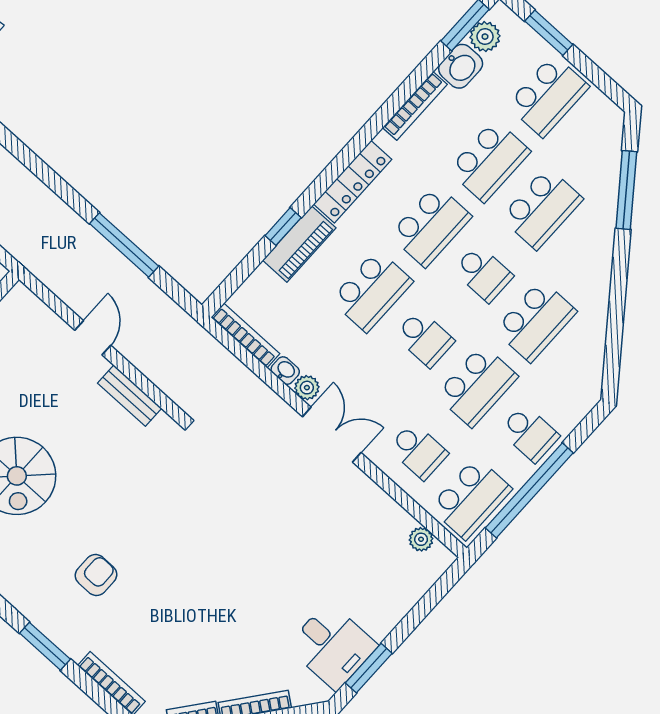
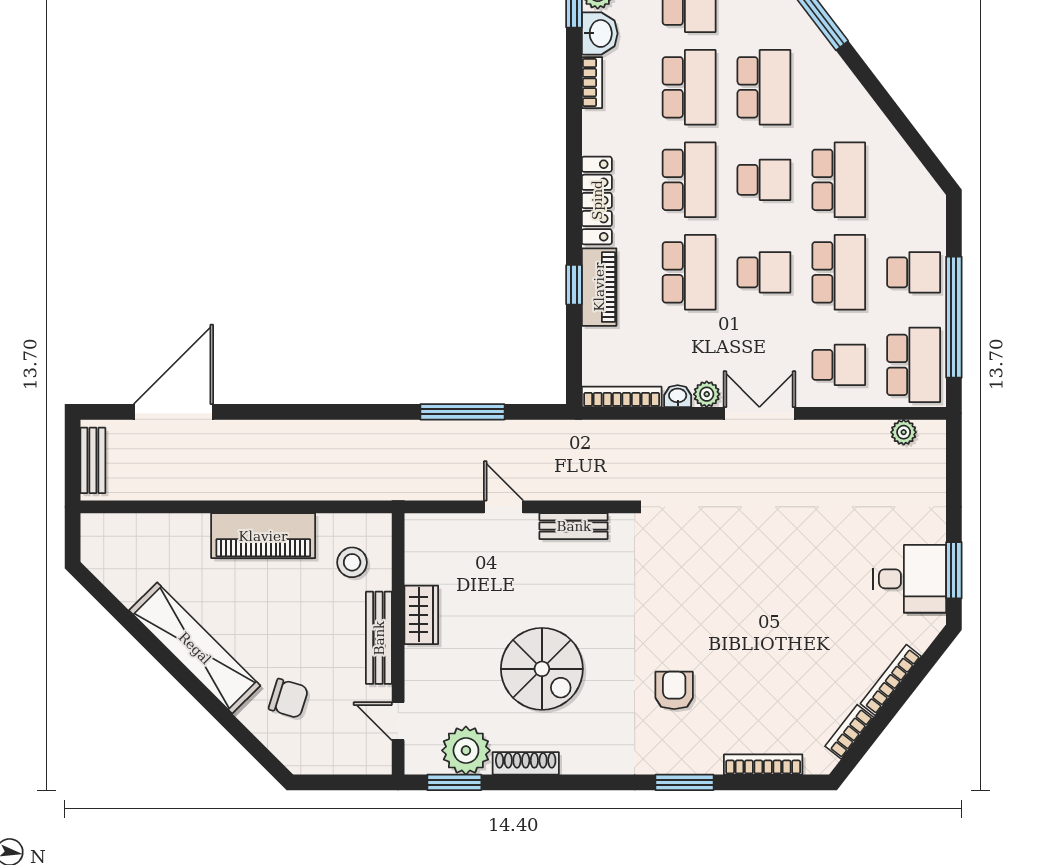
bookcase: (415, 106) -> (592, 83), width x0.64

